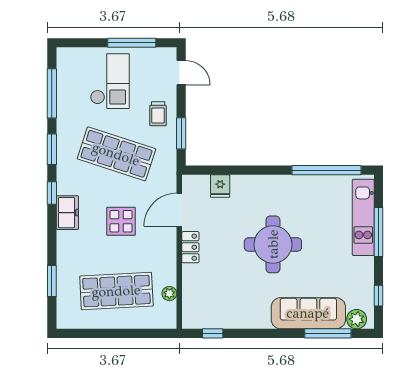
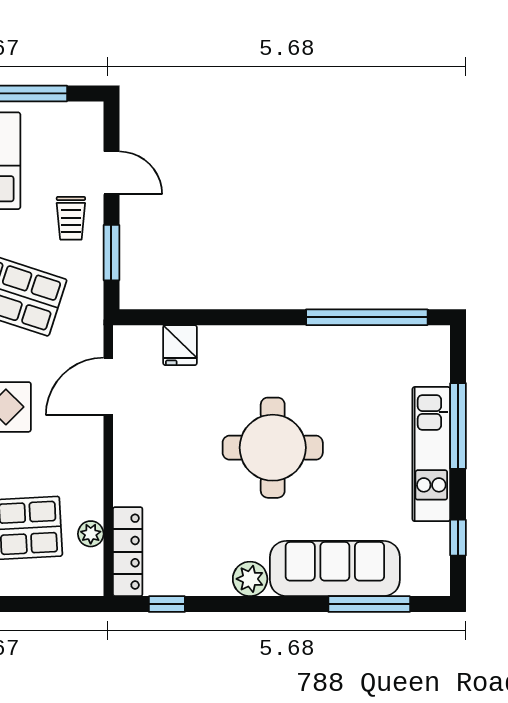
door: (181, 73) -> (111, 173), moved
kitchen unit: (363, 217) -> (431, 454), moved
locker: (190, 247) -> (128, 552), moved, width x1.53
plant: (357, 319) -> (250, 579), moved

